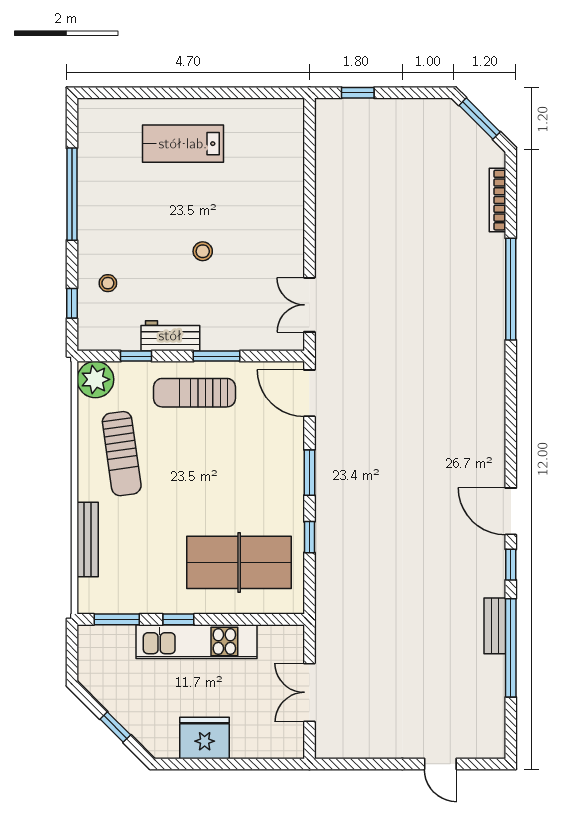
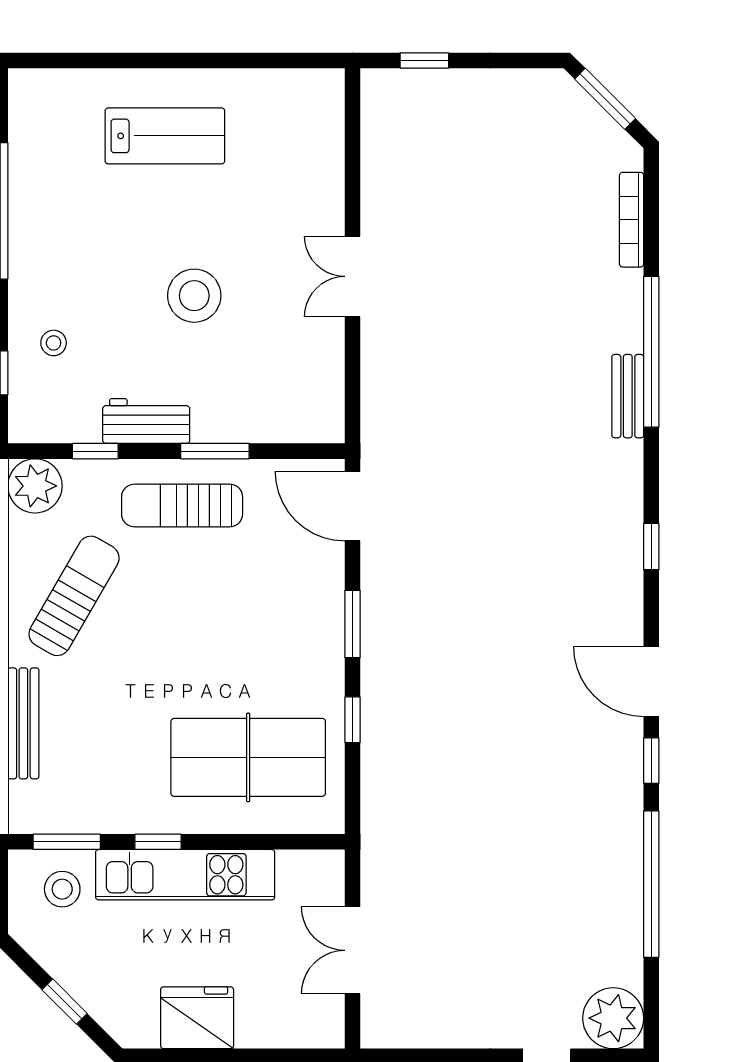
lab bench: (183, 144) -> (165, 136), turned 180
stool: (203, 251) -> (194, 296), width x1.89, depth x1.89
double door: (309, 305) -> (353, 276), moved
window: (511, 420) -> (651, 546), added
sun lounger: (122, 454) -> (74, 596), turned -142
bench: (495, 626) -> (628, 396), moved
stool: (114, 651) -> (62, 889), added
plant: (485, 738) -> (613, 1018), added

